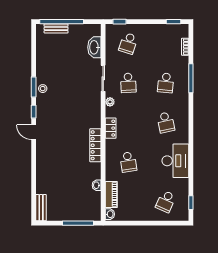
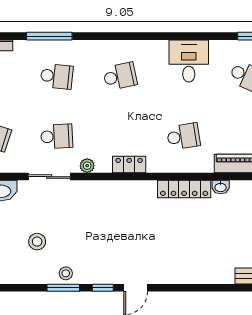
stool: (63, 71) -> (37, 242), added
locker: (95, 145) -> (184, 189), moved
desk: (175, 161) -> (189, 61), width x0.73

